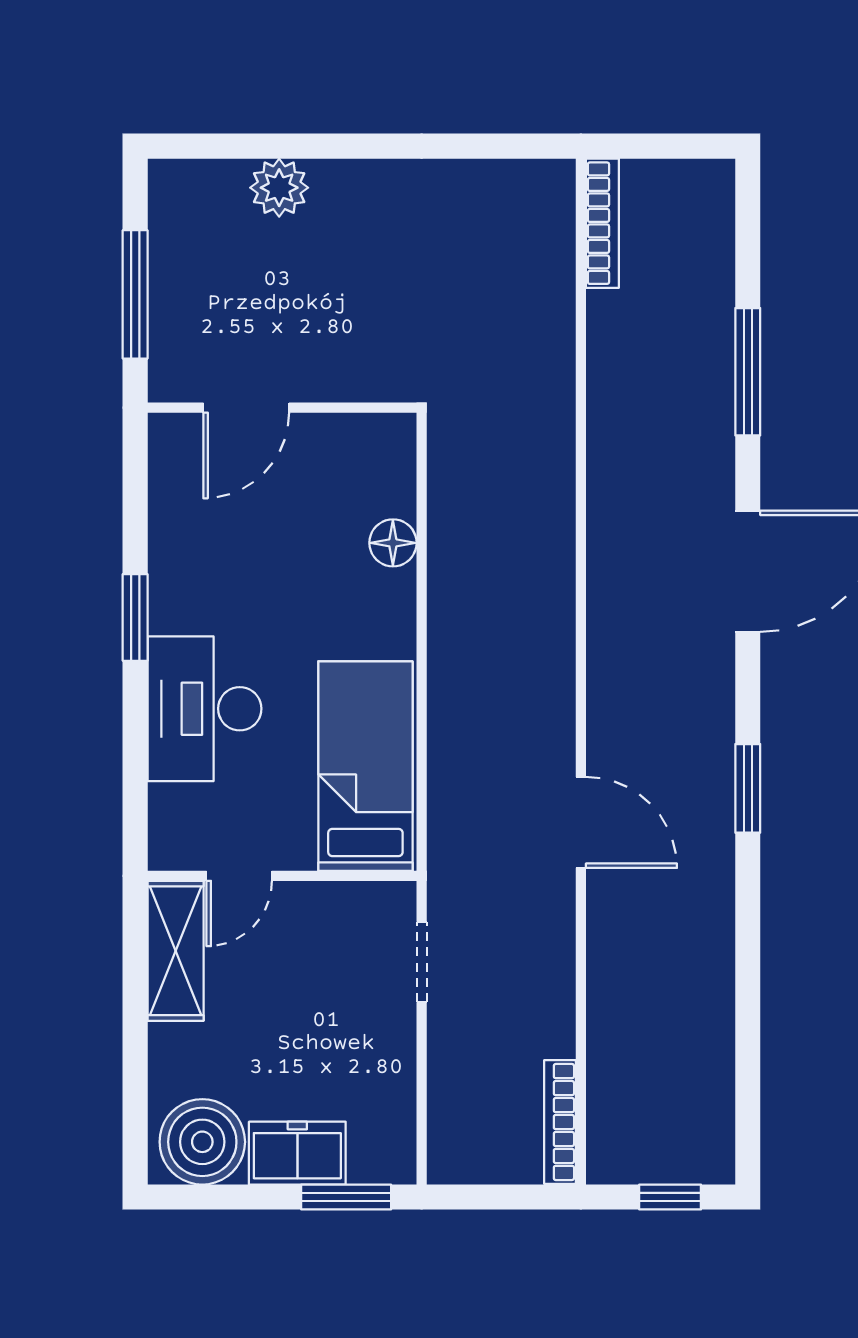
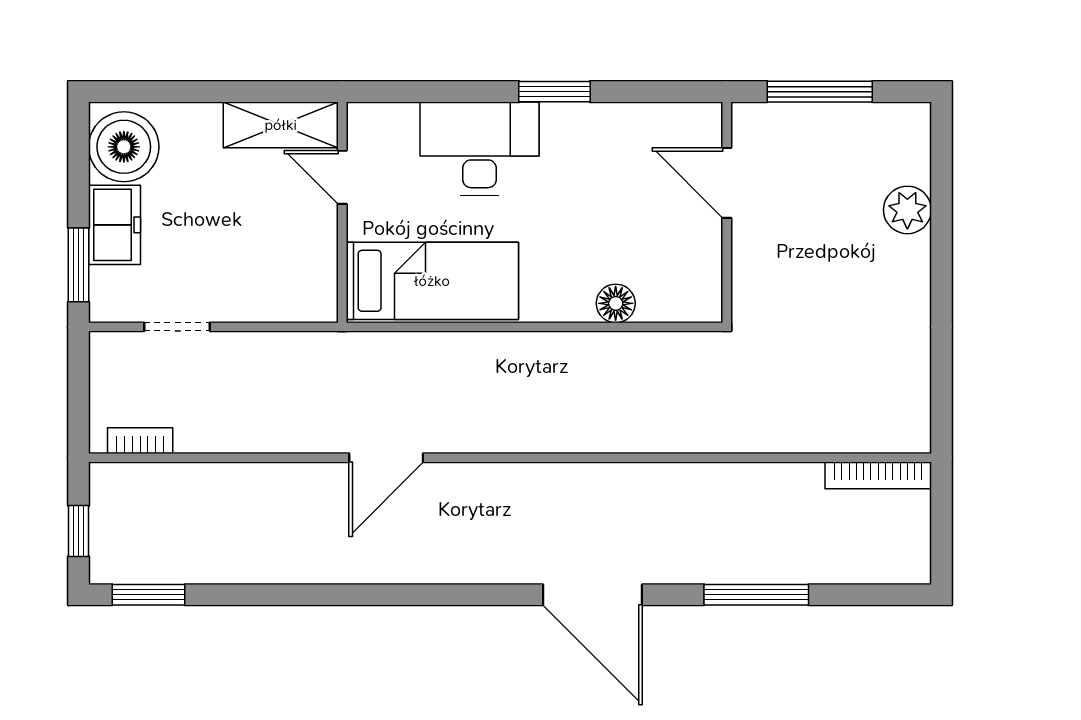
window: (748, 788) -> (149, 595), moved
doorway: (422, 962) -> (177, 327), moved
bookcase: (560, 1122) -> (140, 441), width x0.64

